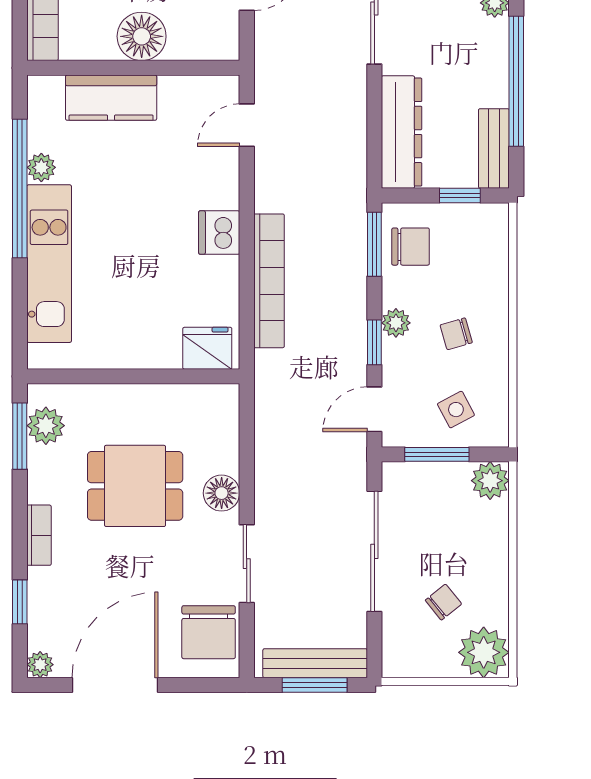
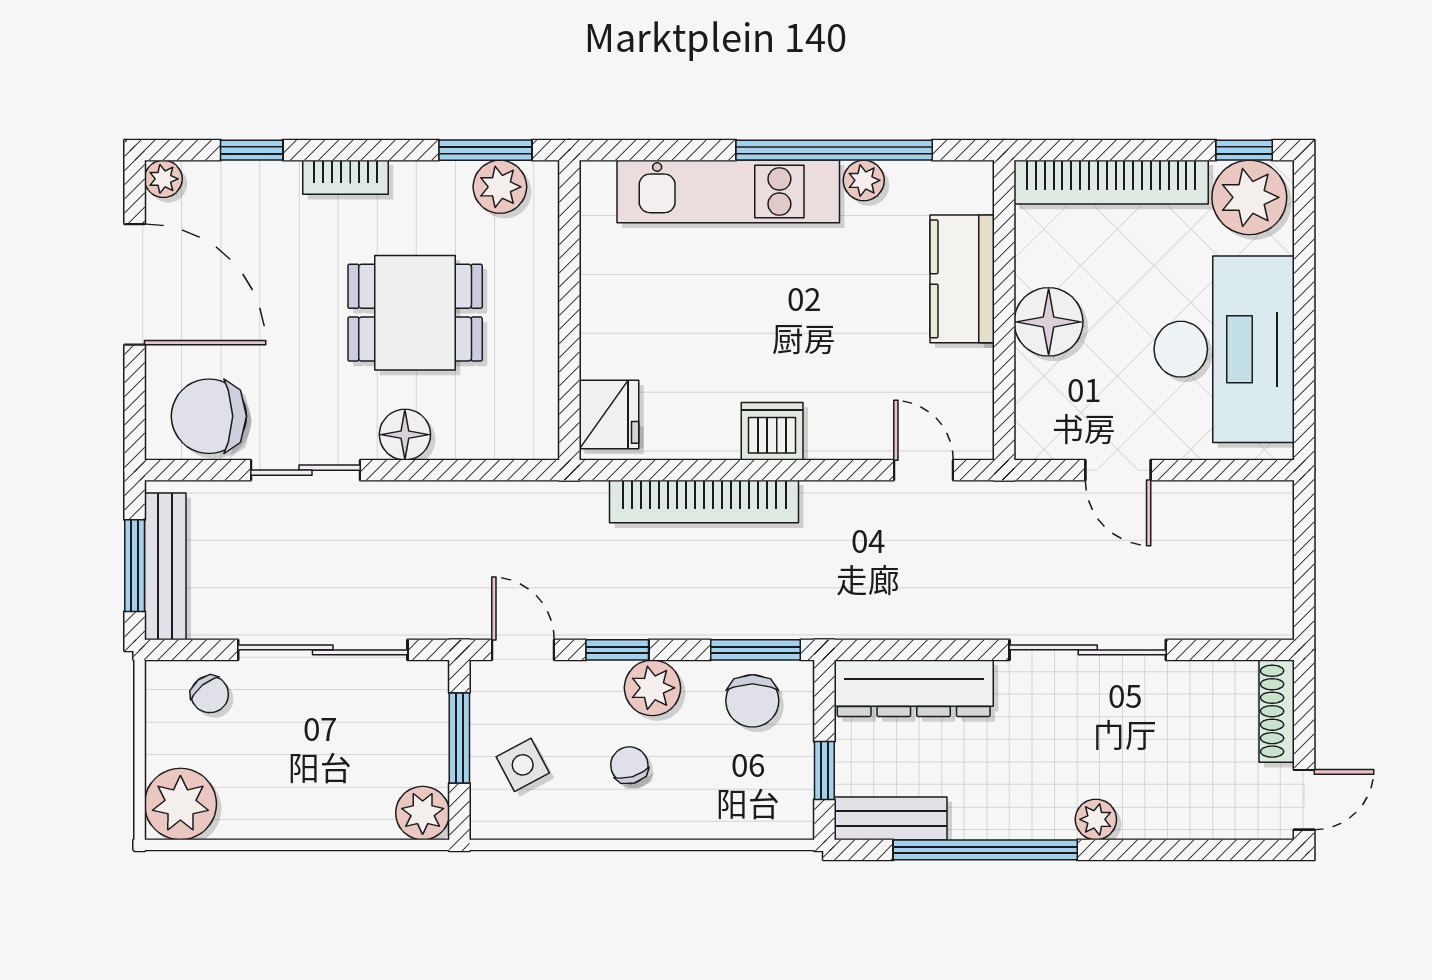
plant: (396, 323) -> (652, 688), width x1.38, depth x1.38
dining table: (135, 486) -> (415, 313), turned 90
chair: (443, 602) -> (210, 694), moved

